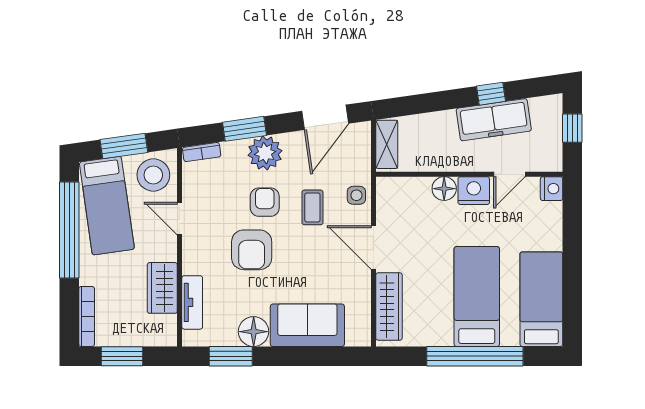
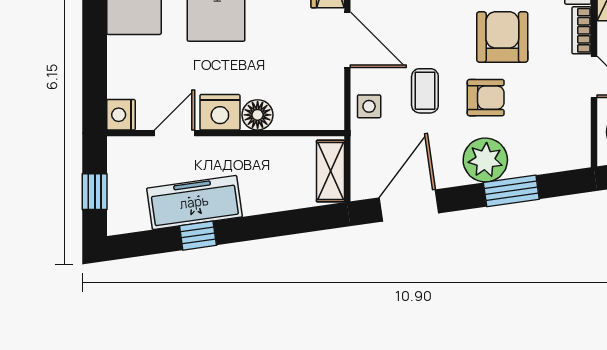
bookcase: (202, 152) -> (582, 30), moved, turned -82
armchair: (265, 202) -> (486, 98), turned -90

